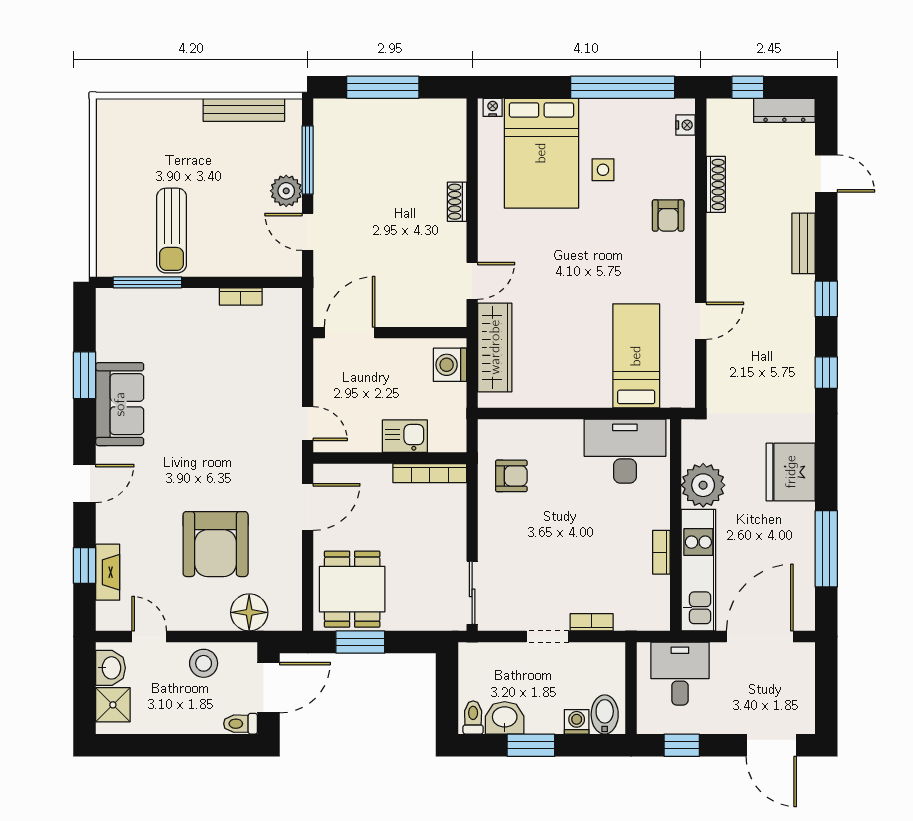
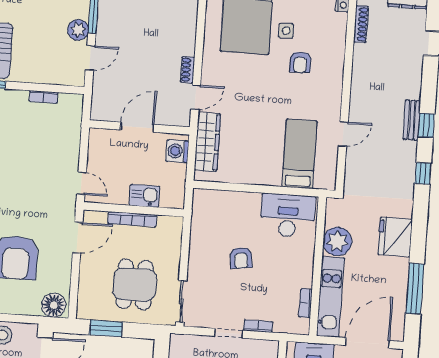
shoe rack: (716, 184) -> (361, 24), moved
shoe rack: (457, 202) -> (188, 70), moved
armchair: (668, 216) -> (300, 62), moved
door: (308, 232) -> (90, 58), swing flipped
bench: (804, 243) -> (412, 120), moved
door: (350, 333) -> (137, 127), moved
bookcase: (430, 473) -> (132, 219), moved
armchair: (511, 476) -> (241, 258), moved, turned 83
bookcase: (661, 552) -> (306, 303), moved
dining table: (352, 589) -> (135, 284), moved
floor lamp: (249, 612) -> (54, 305), moved

